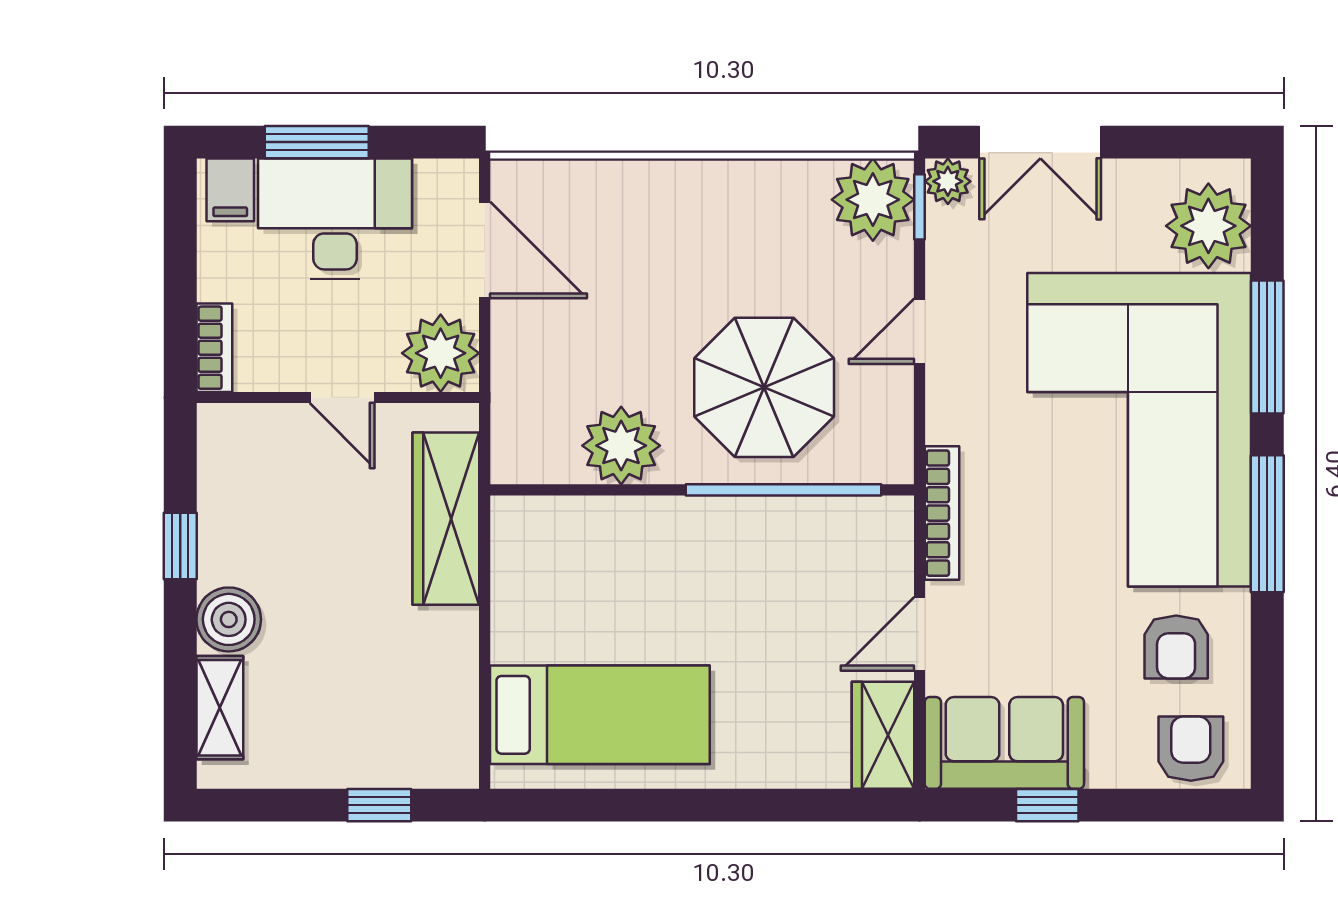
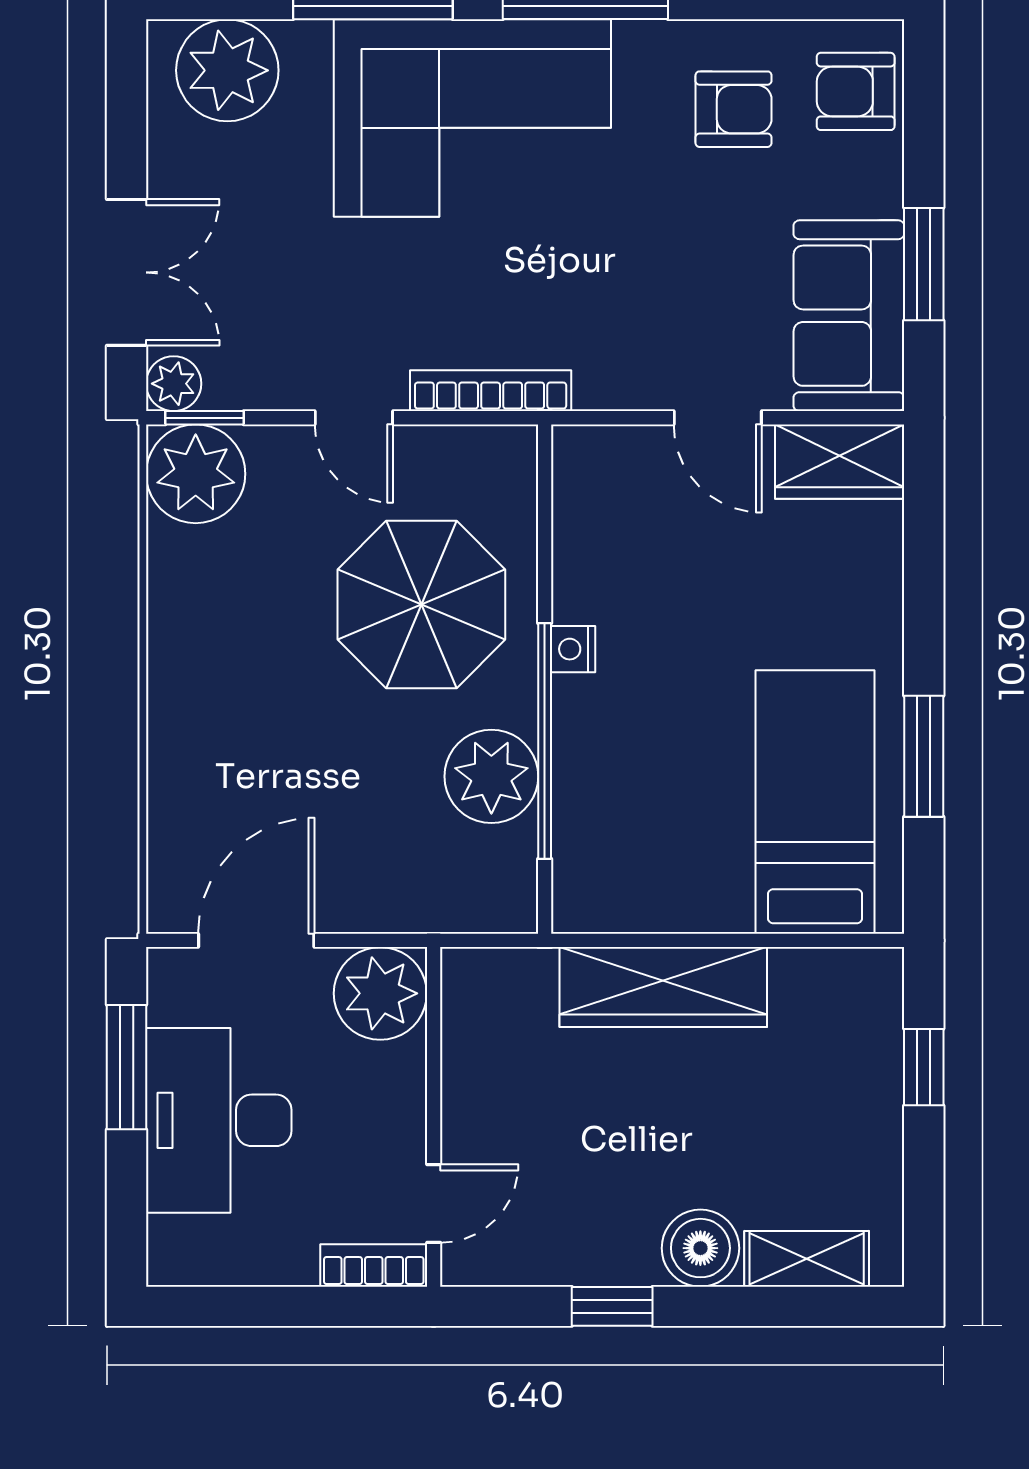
window: (317, 142) -> (127, 1067), moved
filing cabinet: (230, 190) -> (184, 1246), removed
door: (342, 398) -> (434, 1204), moved
corner sofa: (1139, 430) -> (472, 118), width x0.73, depth x0.74
window: (783, 490) -> (545, 741), moved
bookcase: (942, 513) -> (491, 391), moved
nightstand: (727, 514) -> (573, 649), added
wardrobe: (446, 519) -> (663, 987), moved
window: (638, 805) -> (924, 756), added
window: (1047, 805) -> (924, 264), width x1.50

